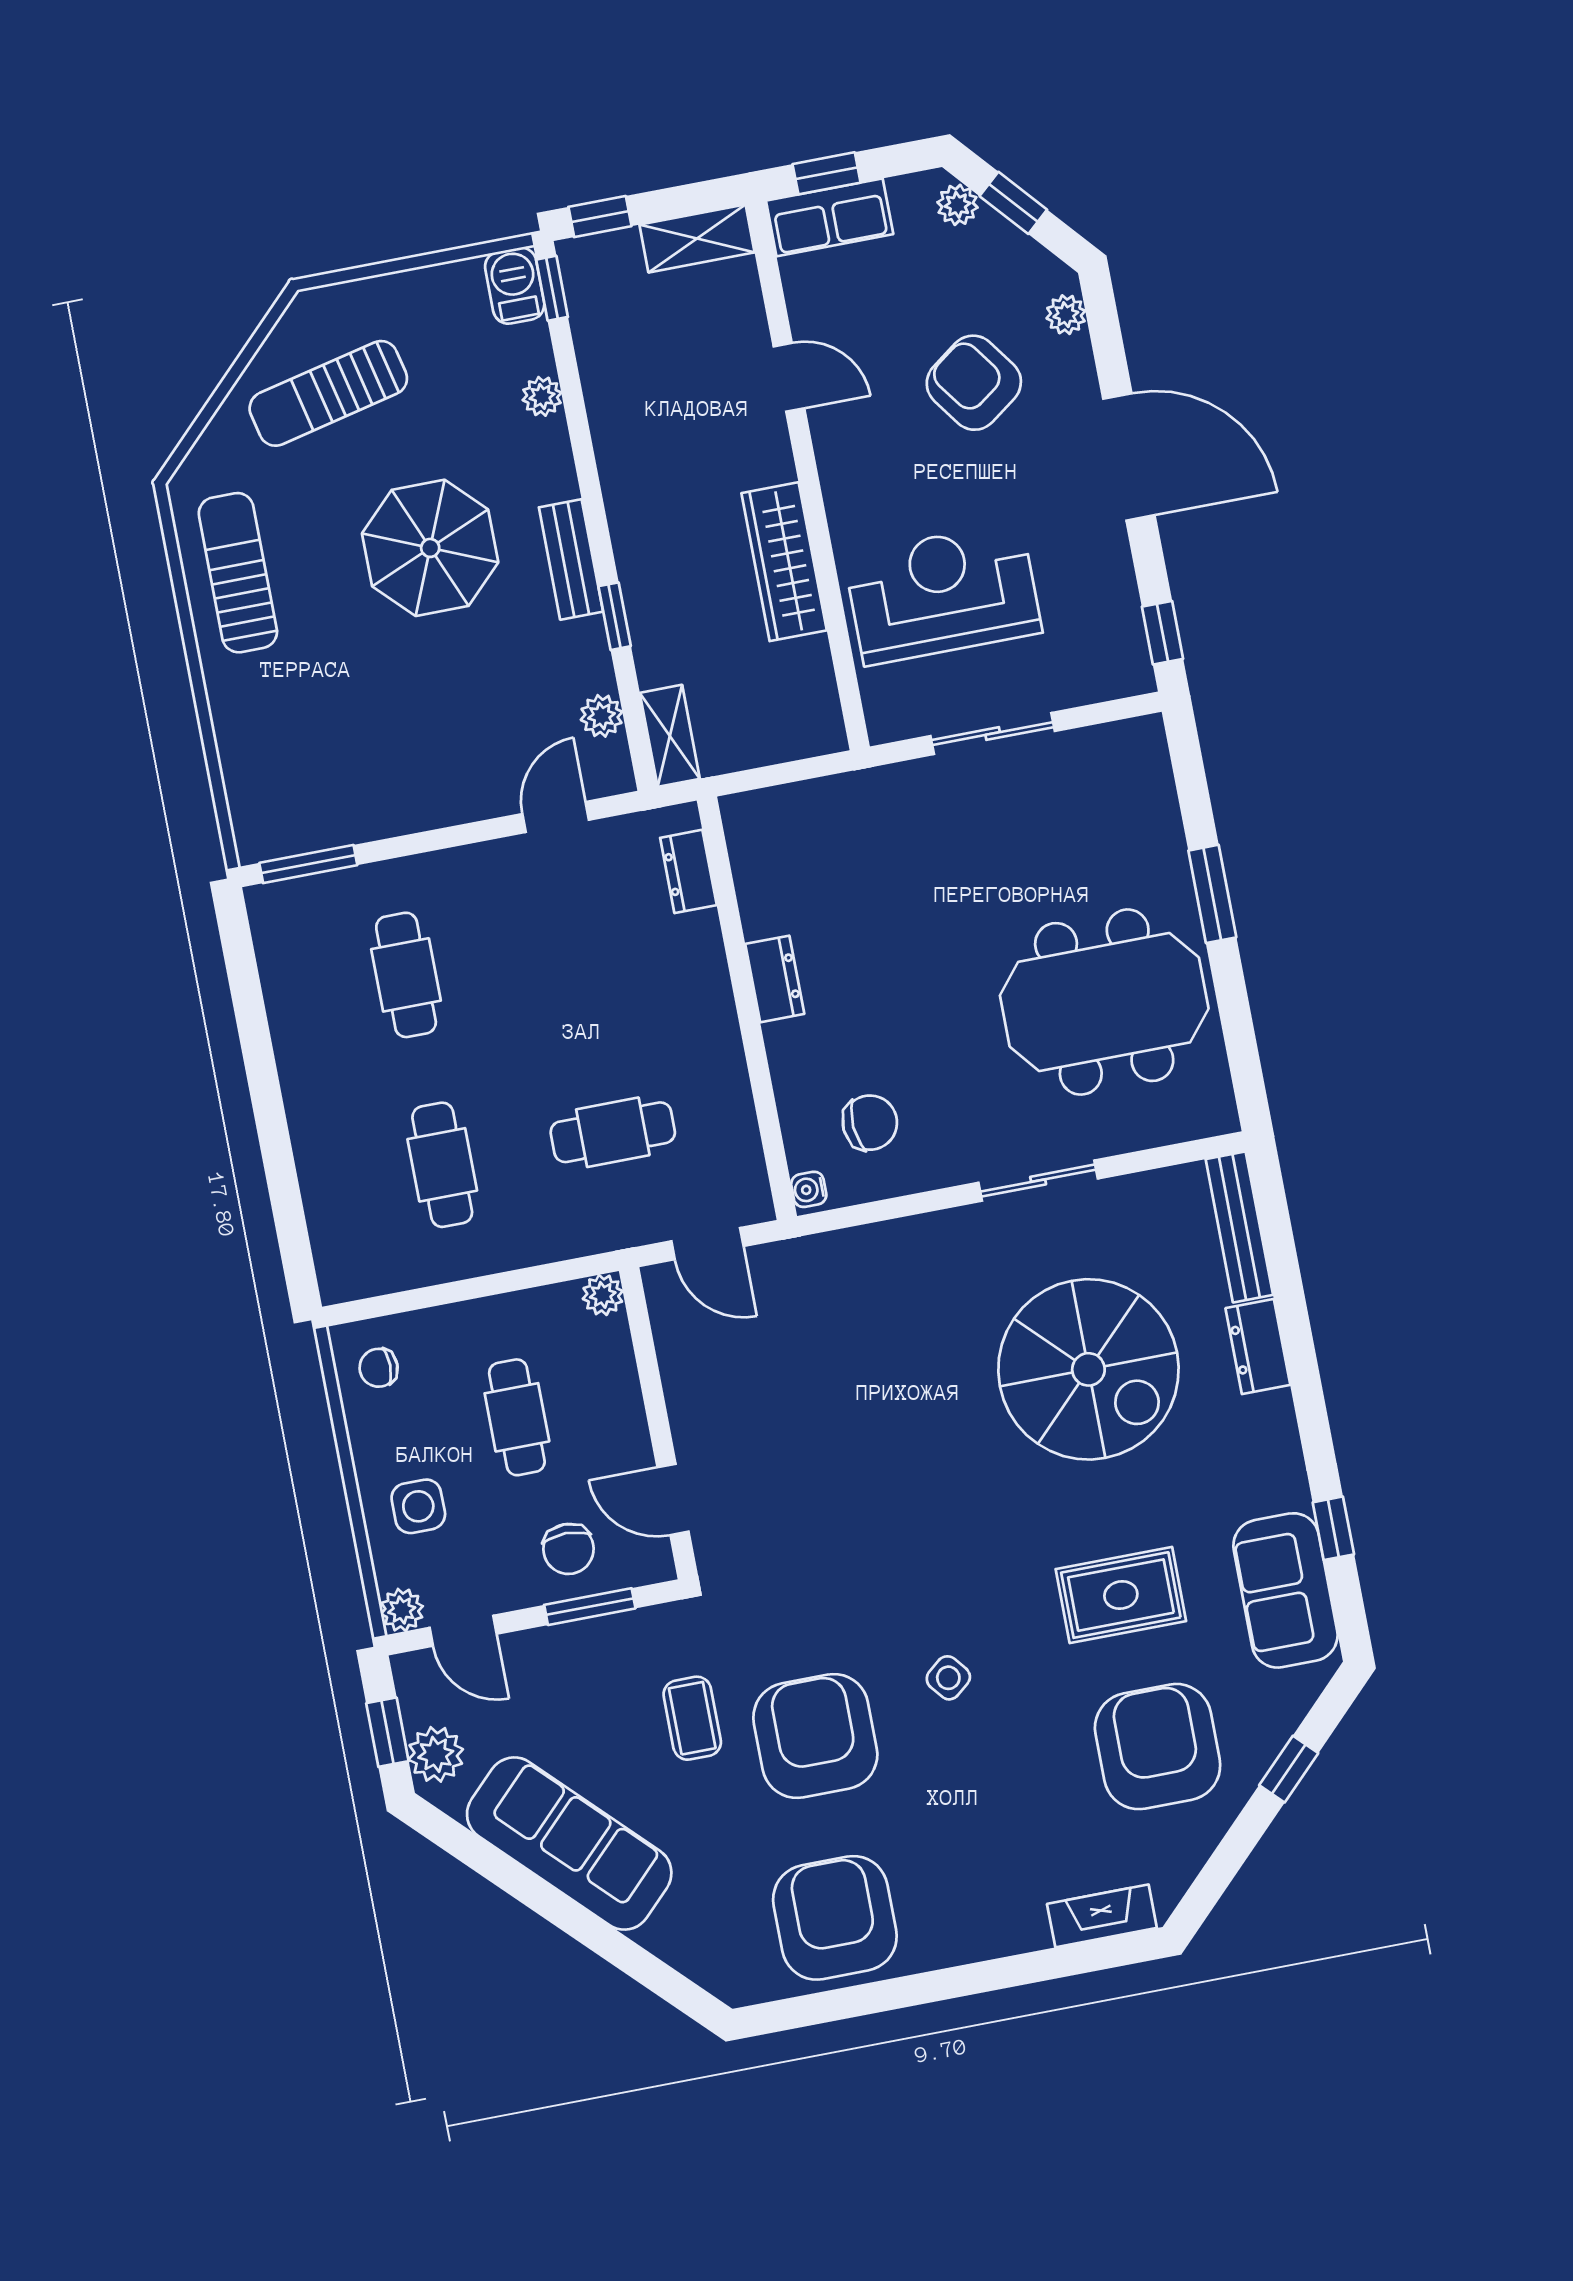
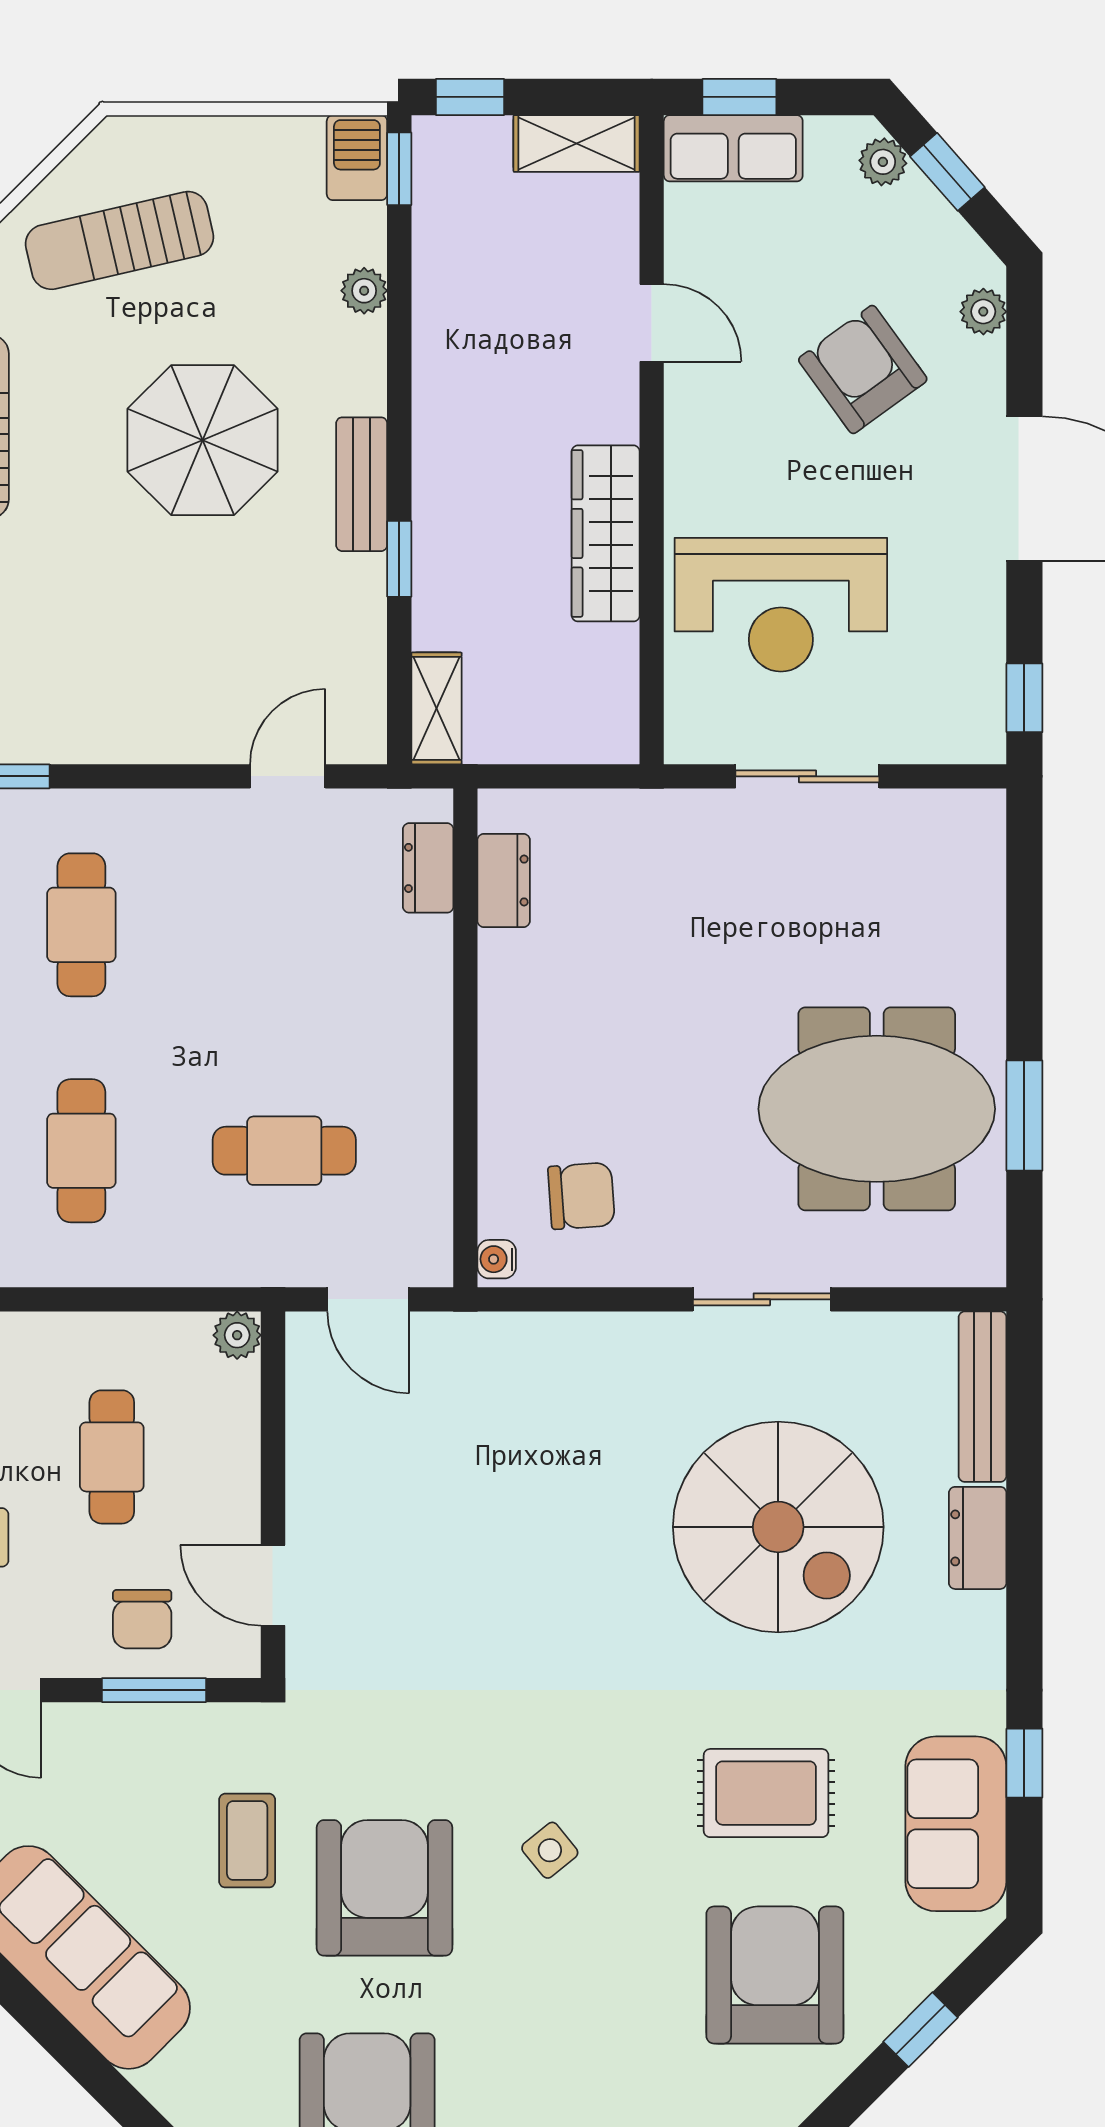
reception desk: (943, 594) -> (781, 605), turned 180
plant: (601, 716) -> (362, 670), removed
window: (1212, 894) -> (1024, 1116), moved
dresser: (775, 979) -> (504, 880), moved

